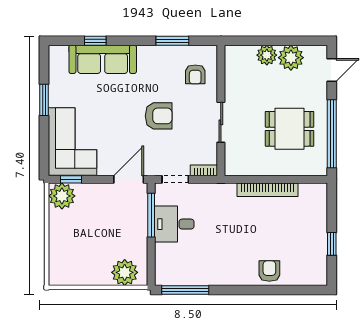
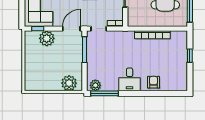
plant: (62, 196) -> (47, 38), moved
desk: (174, 224) -> (130, 79), moved, turned -90
window: (332, 244) -> (190, 56), moved
plant: (170, 276) -> (95, 85), added

